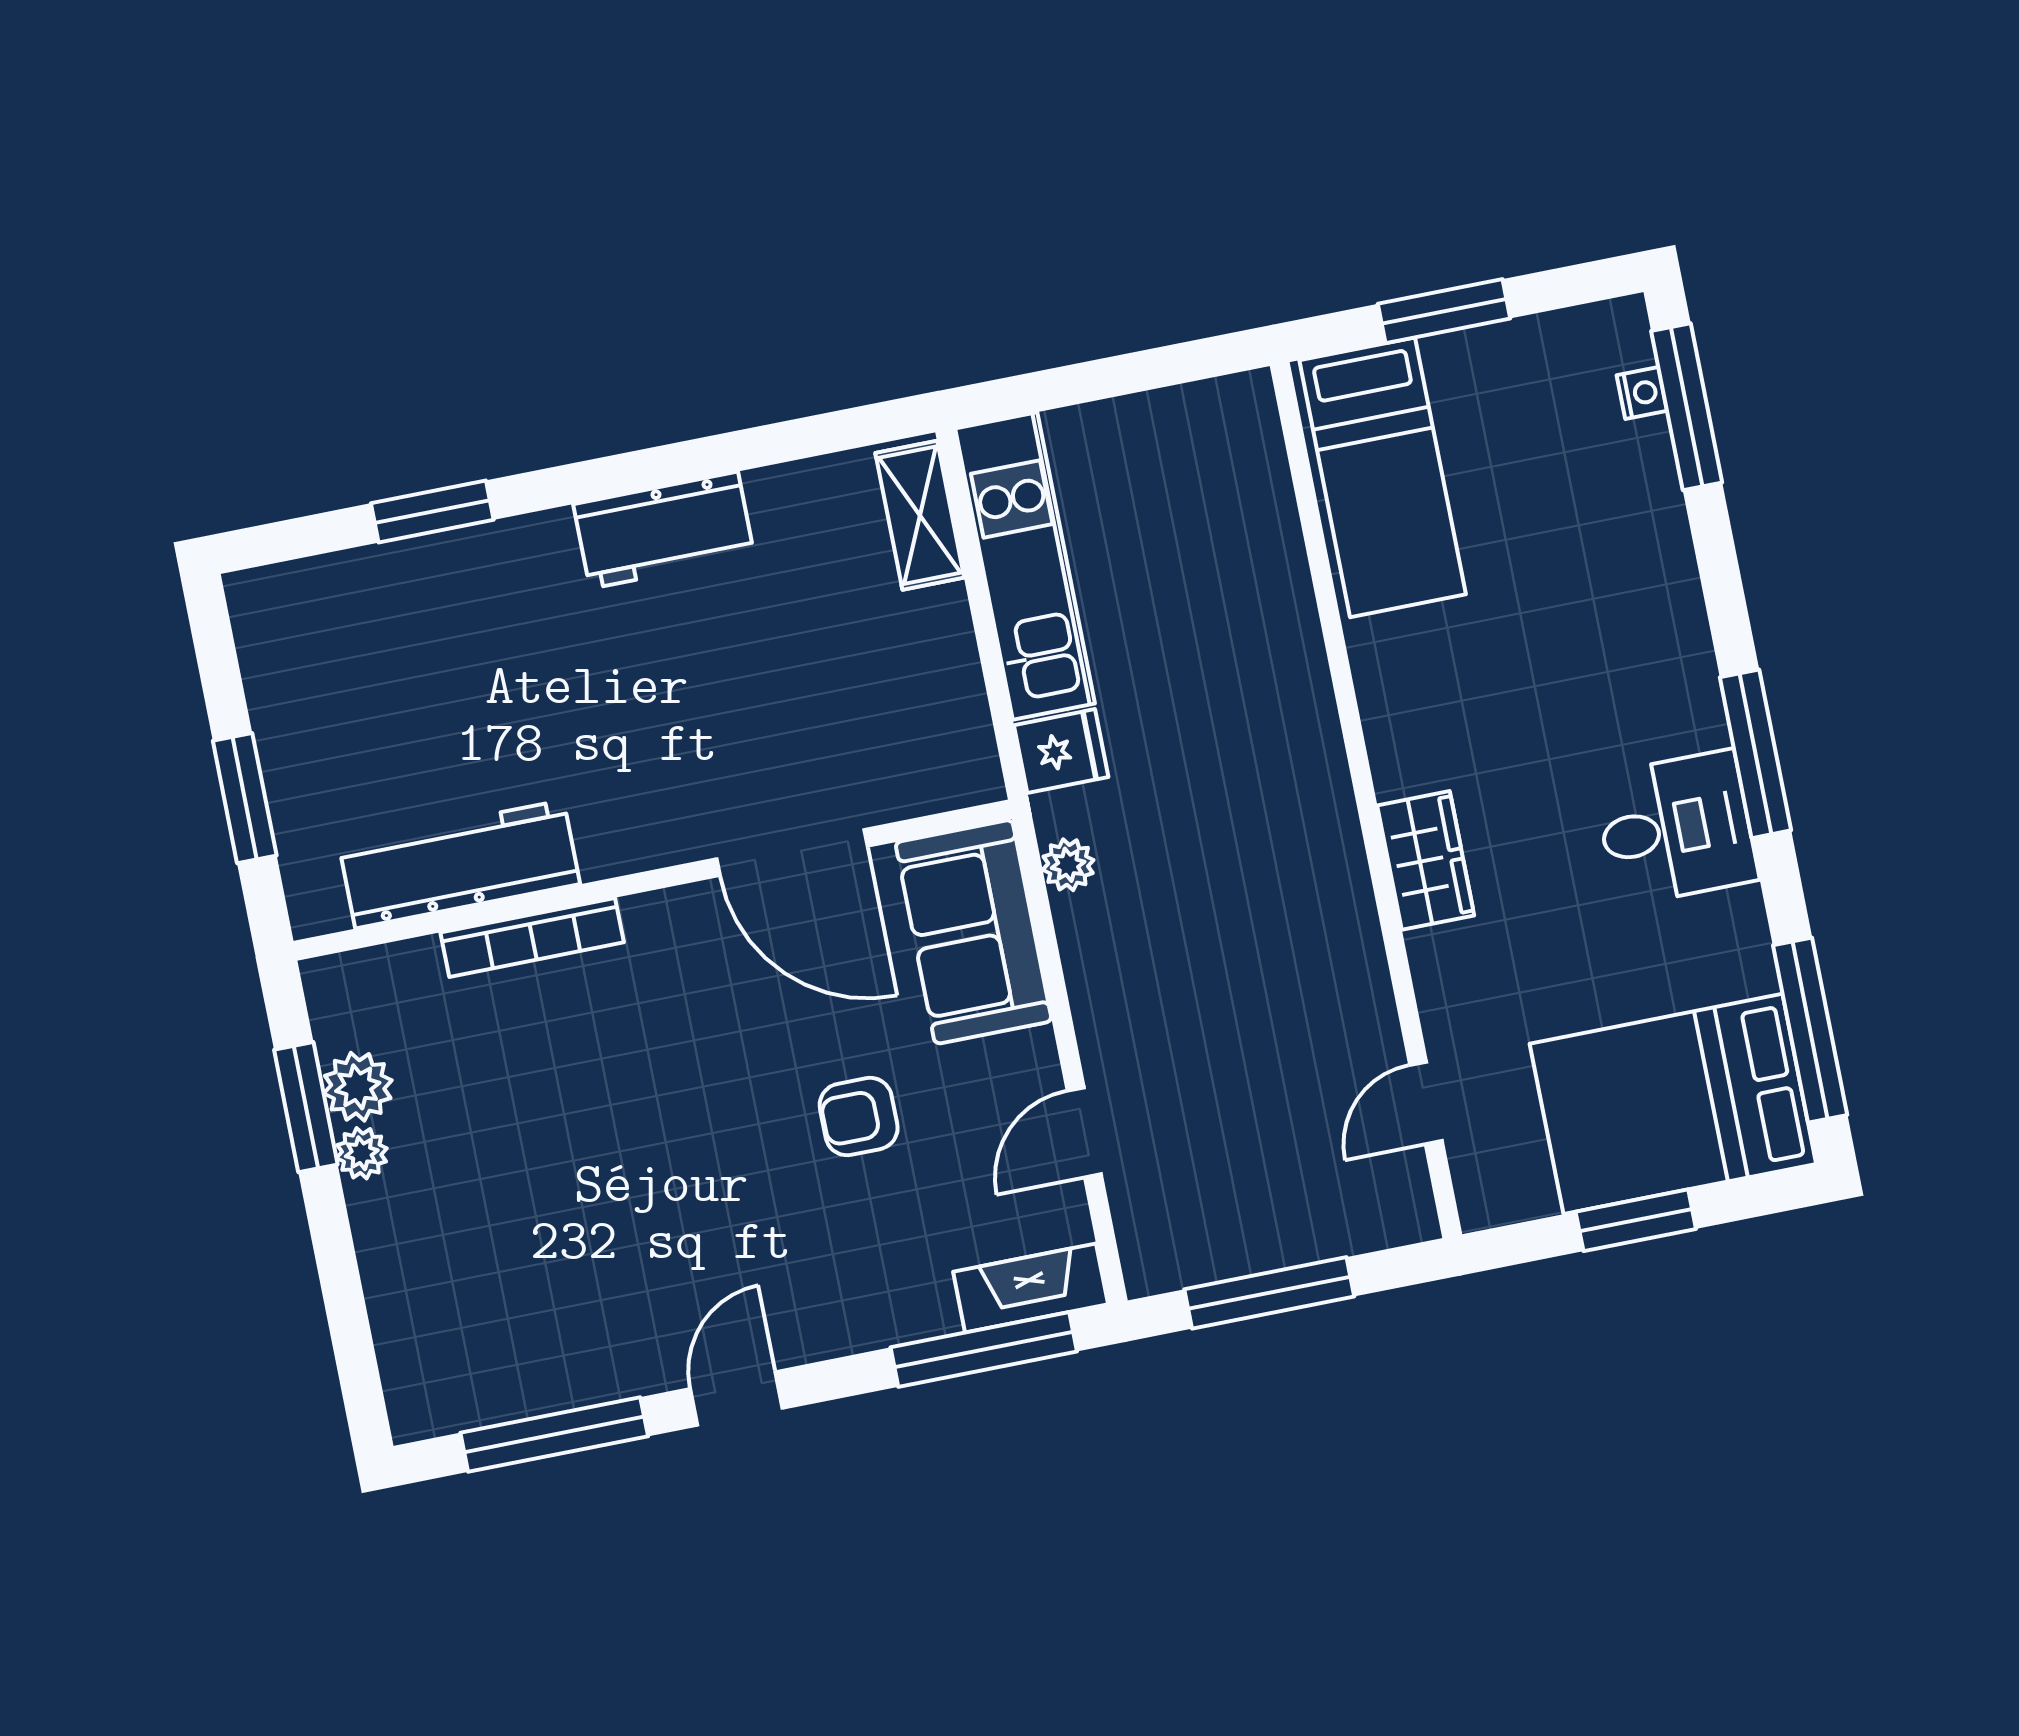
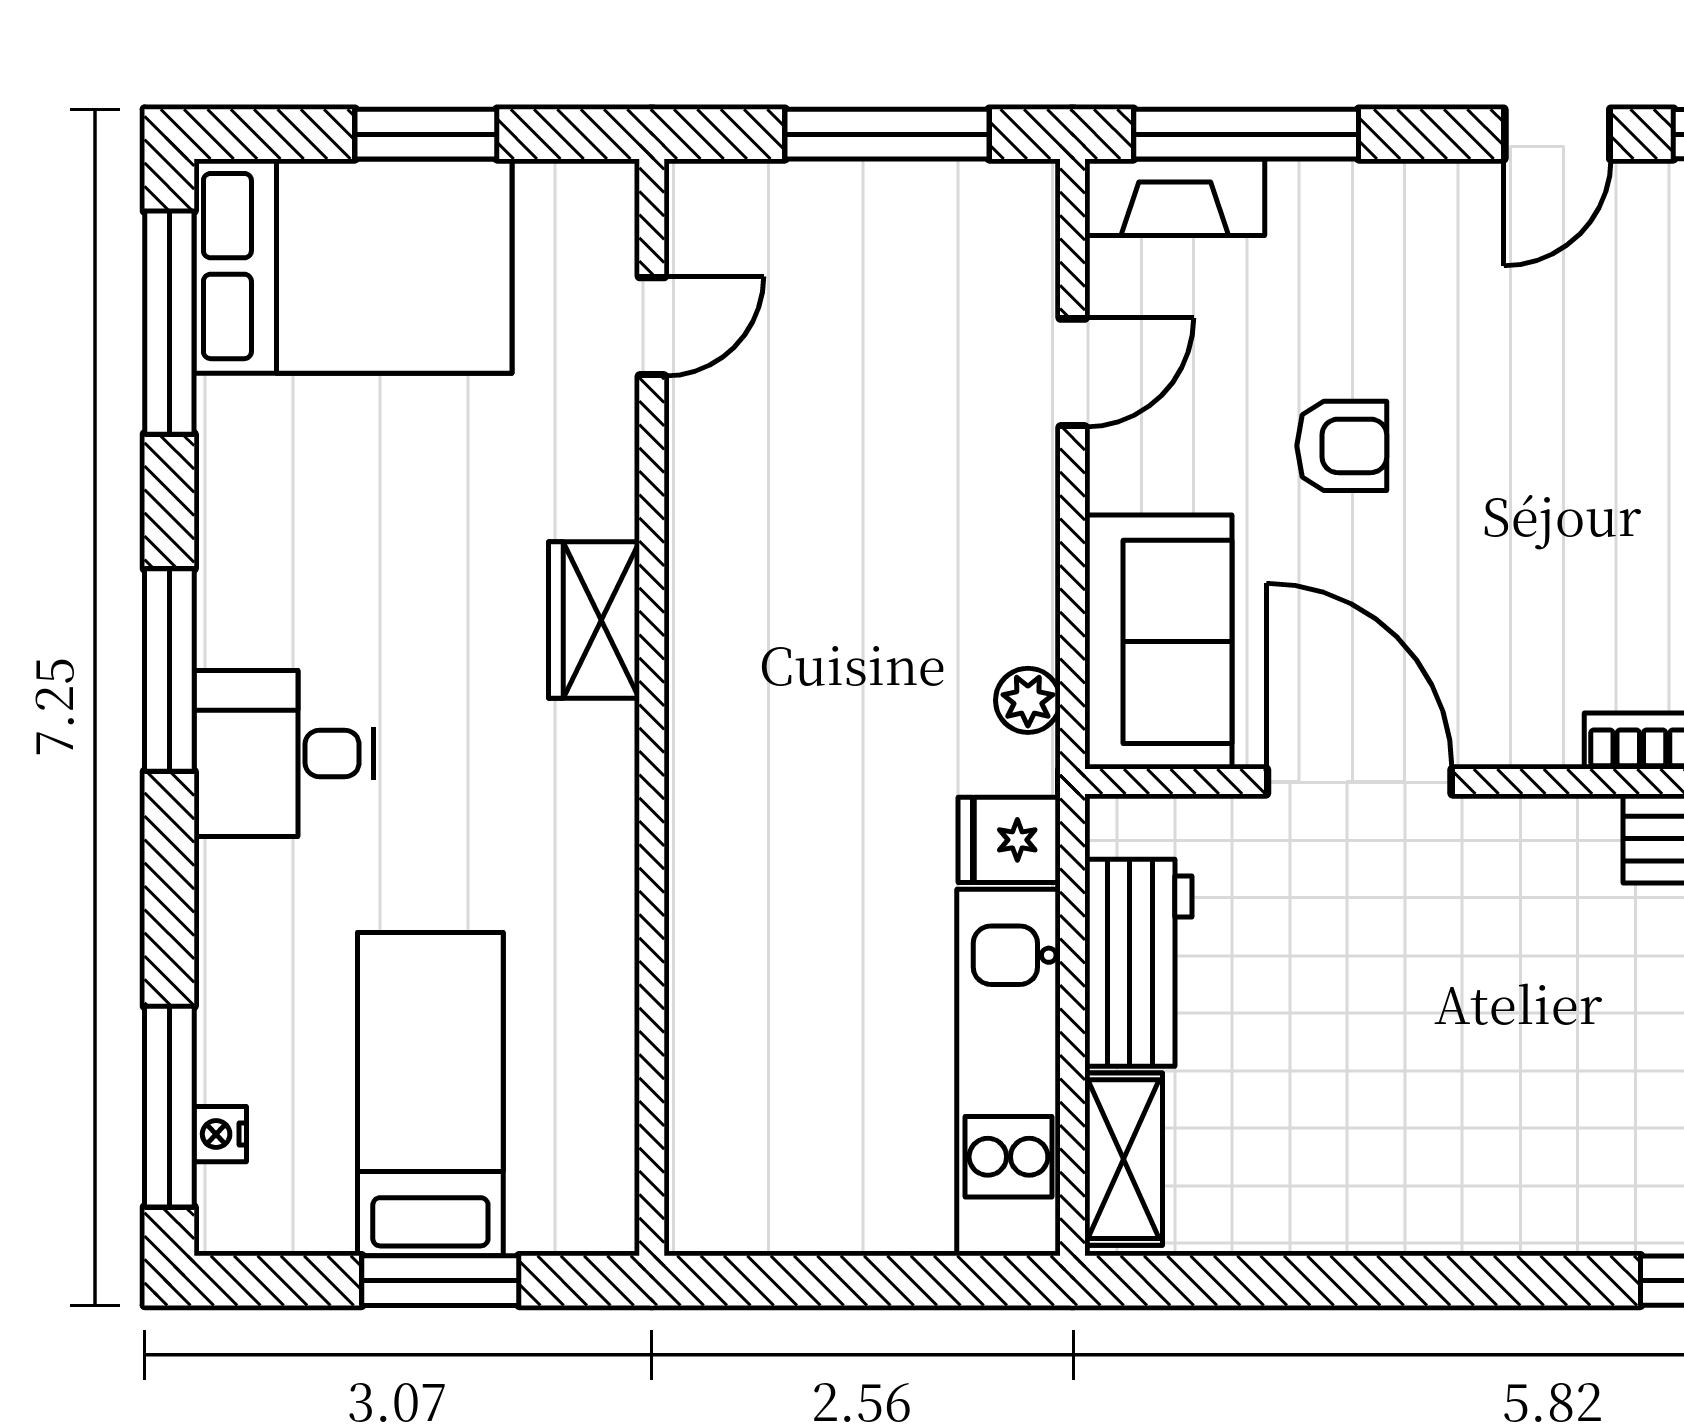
bed: (1383, 477) -> (430, 1094), moved
workbench: (664, 530) -> (1138, 963), moved, turned 90
desk: (1676, 828) -> (284, 753), moved

